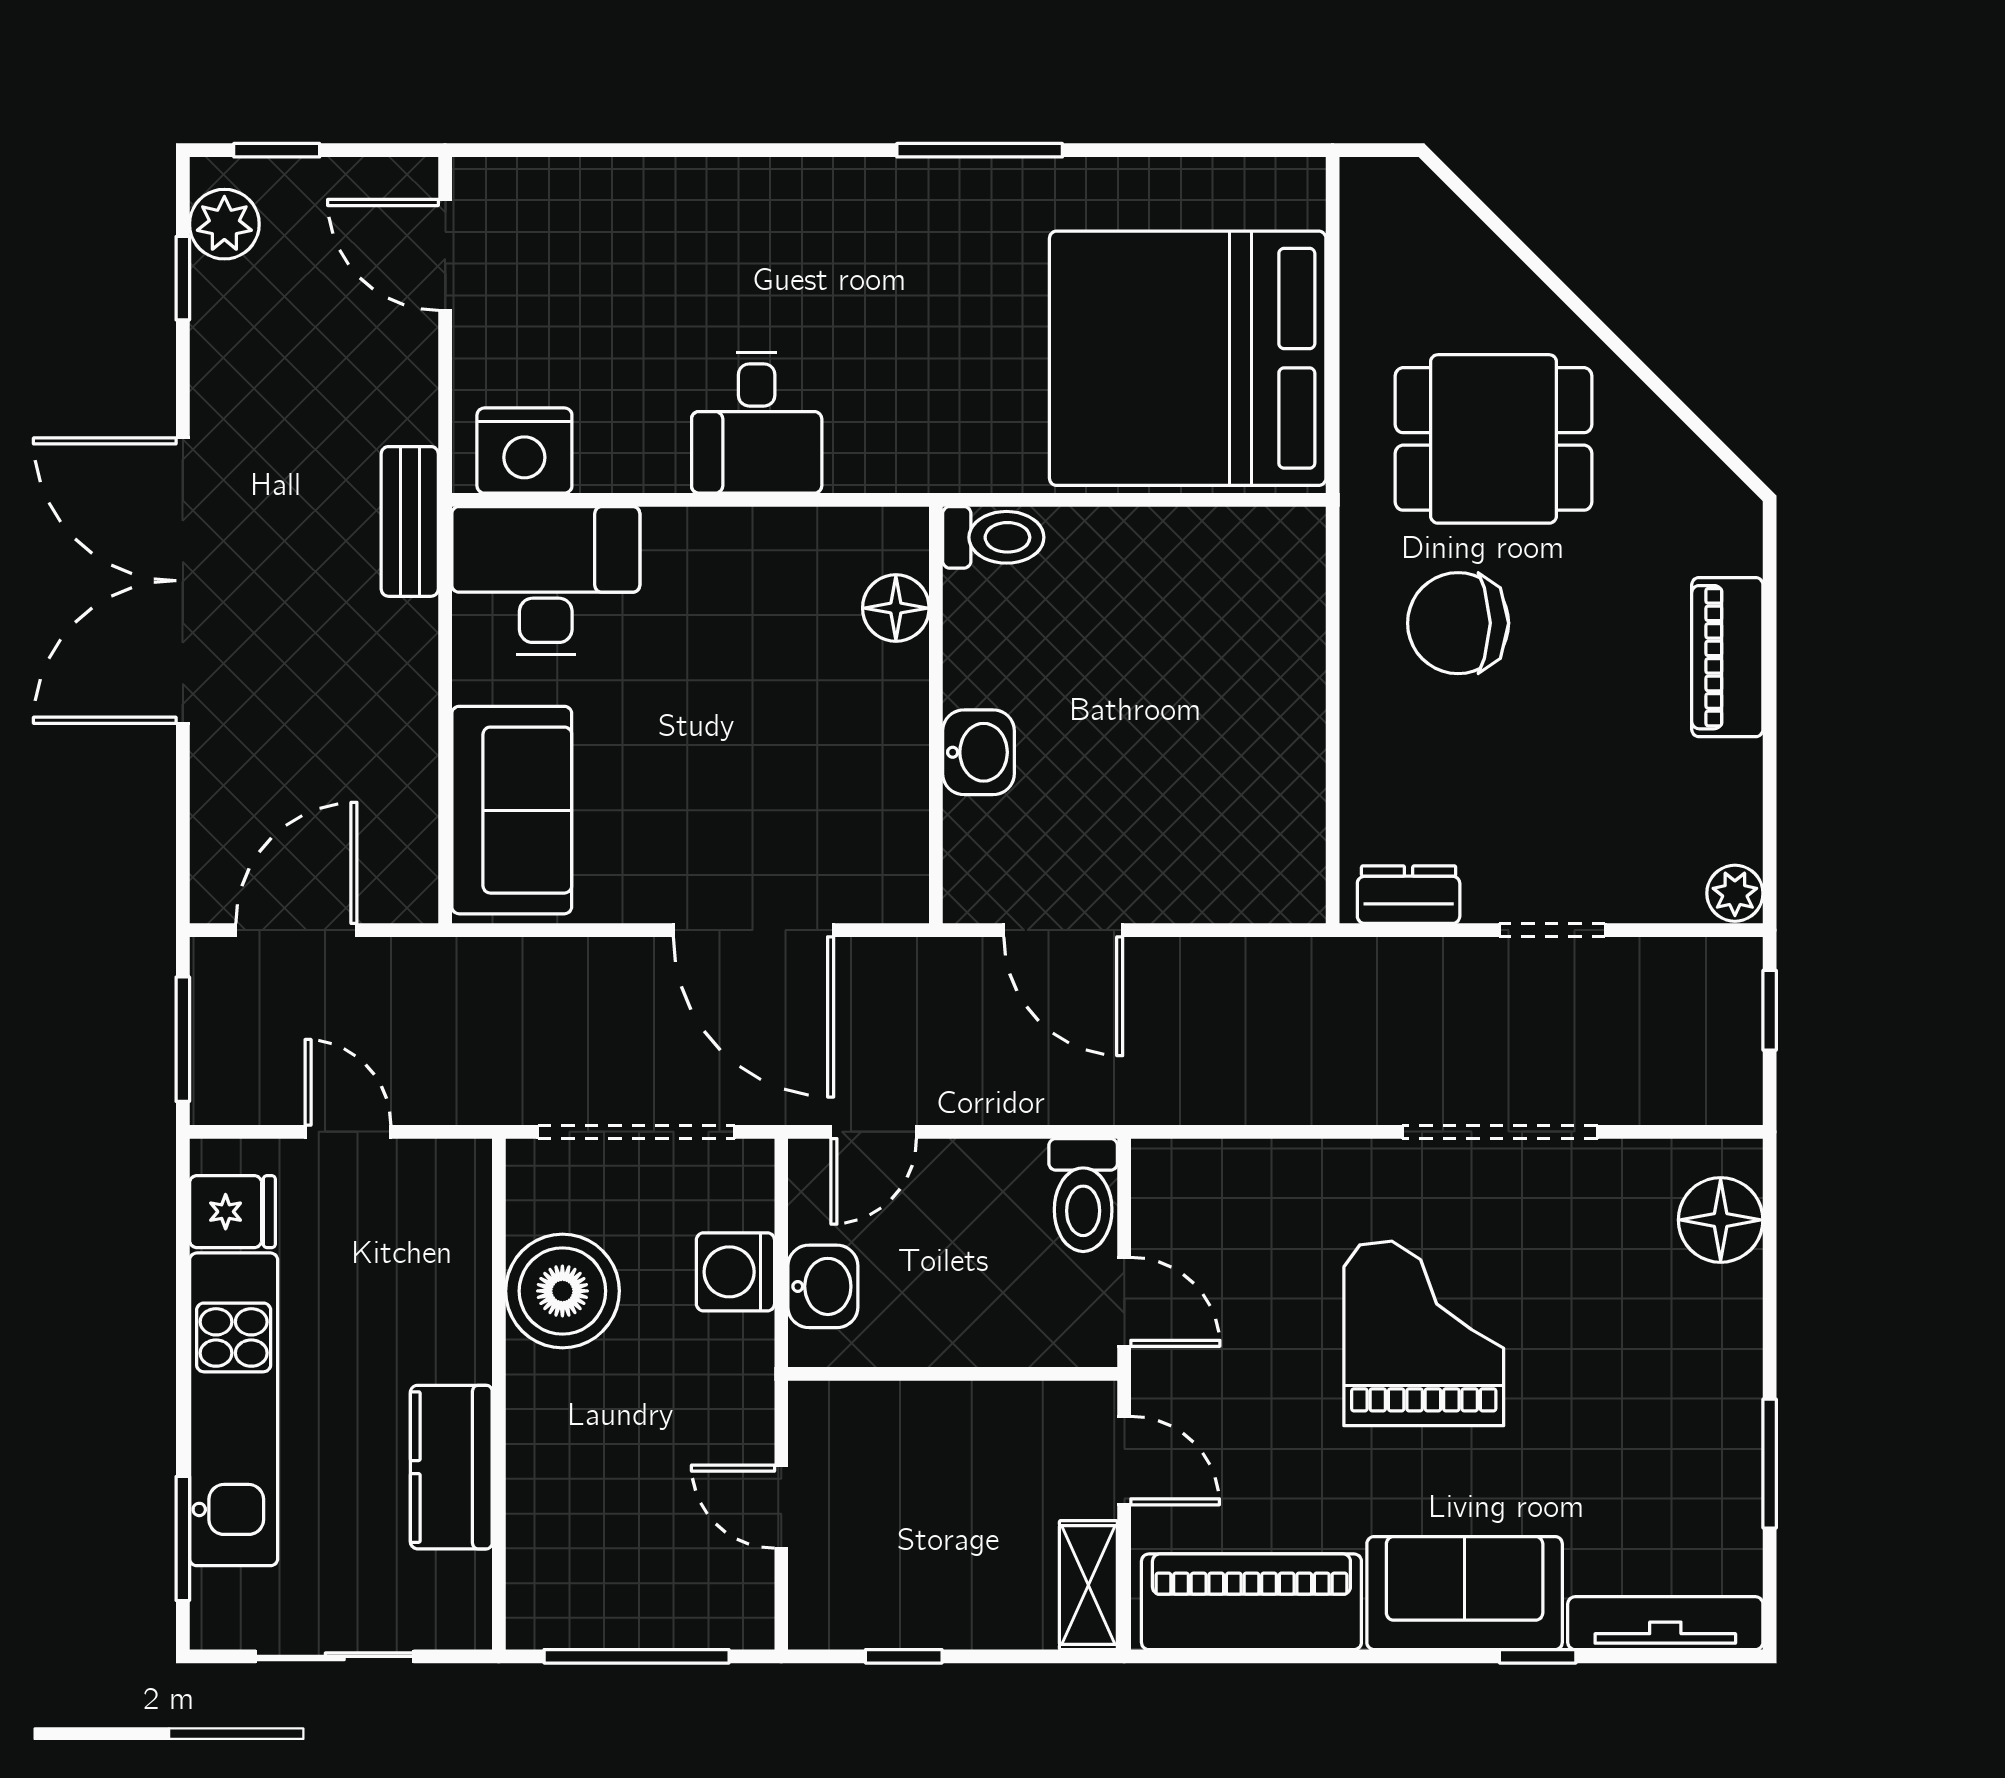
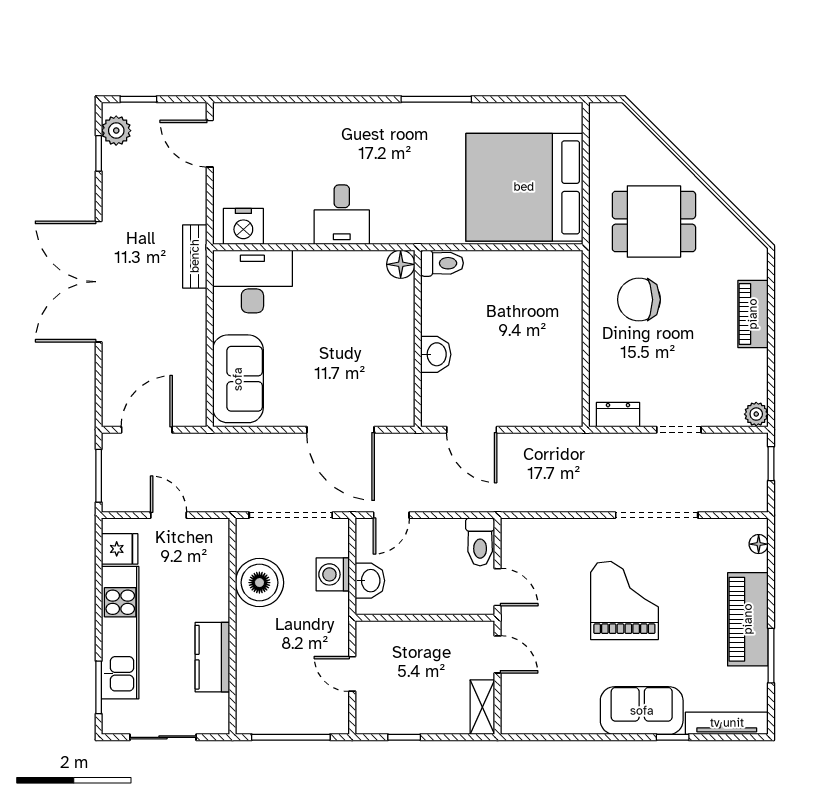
floor lamp: (896, 608) -> (401, 264), moved
floor lamp: (1721, 1220) -> (759, 544), width x0.53, depth x0.53
piano: (1251, 1602) -> (748, 619), moved, turned -90

